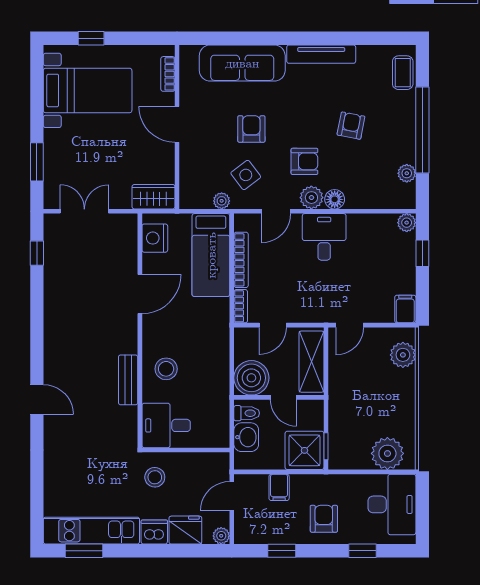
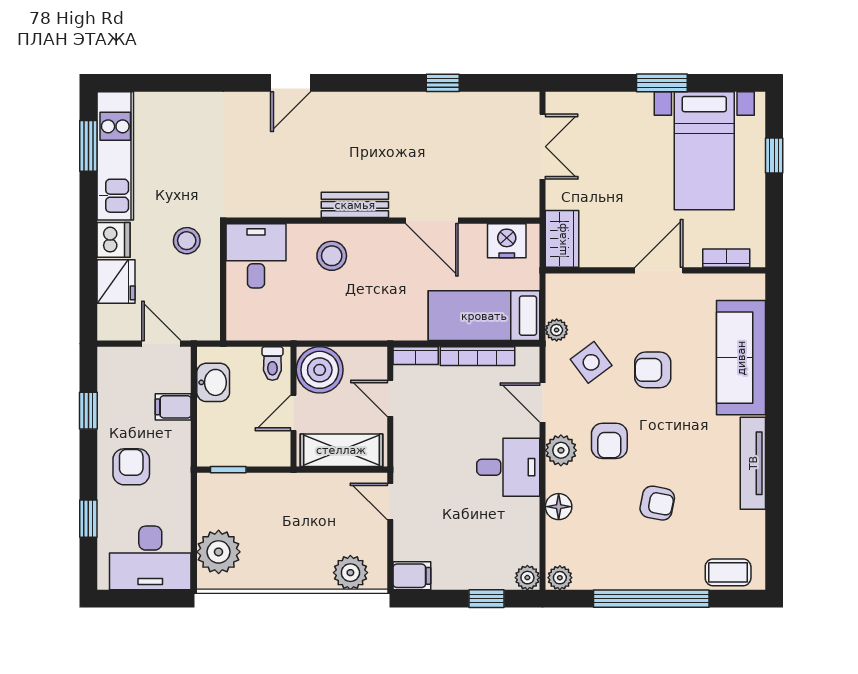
armchair: (251, 129) -> (653, 370), turned 180
window: (37, 162) -> (662, 83), moved
plant: (407, 173) -> (560, 578), moved
floor lamp: (335, 199) -> (559, 507), moved
window: (37, 253) -> (443, 83), moved
bench: (128, 380) -> (355, 205), moved
washbasin: (246, 437) -> (213, 382), moved, turned -90
shower: (304, 450) -> (223, 441), removed
armchair: (324, 519) -> (131, 467), turned -90
plant: (221, 536) -> (108, 329), removed

